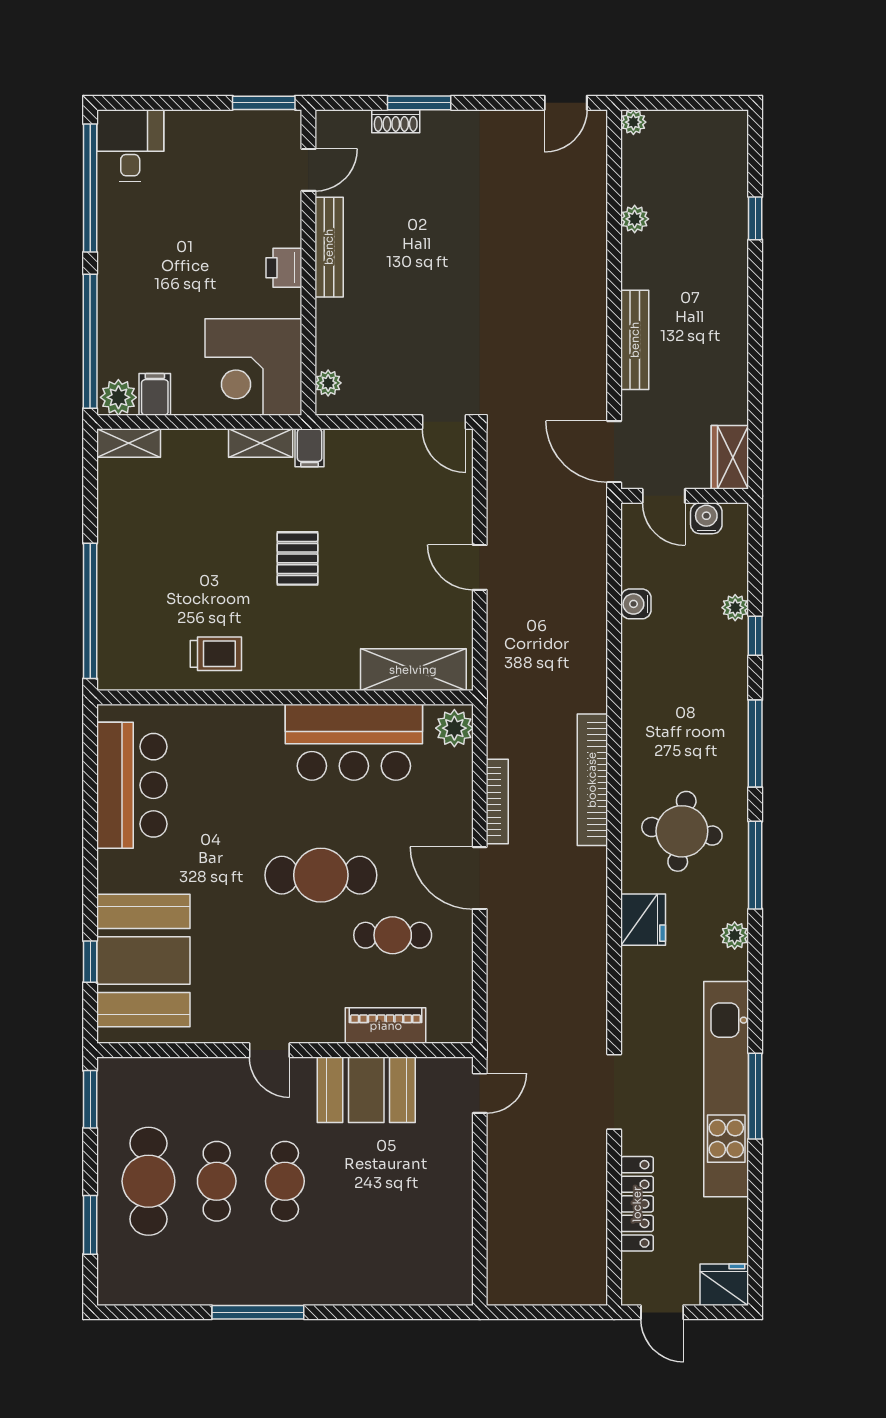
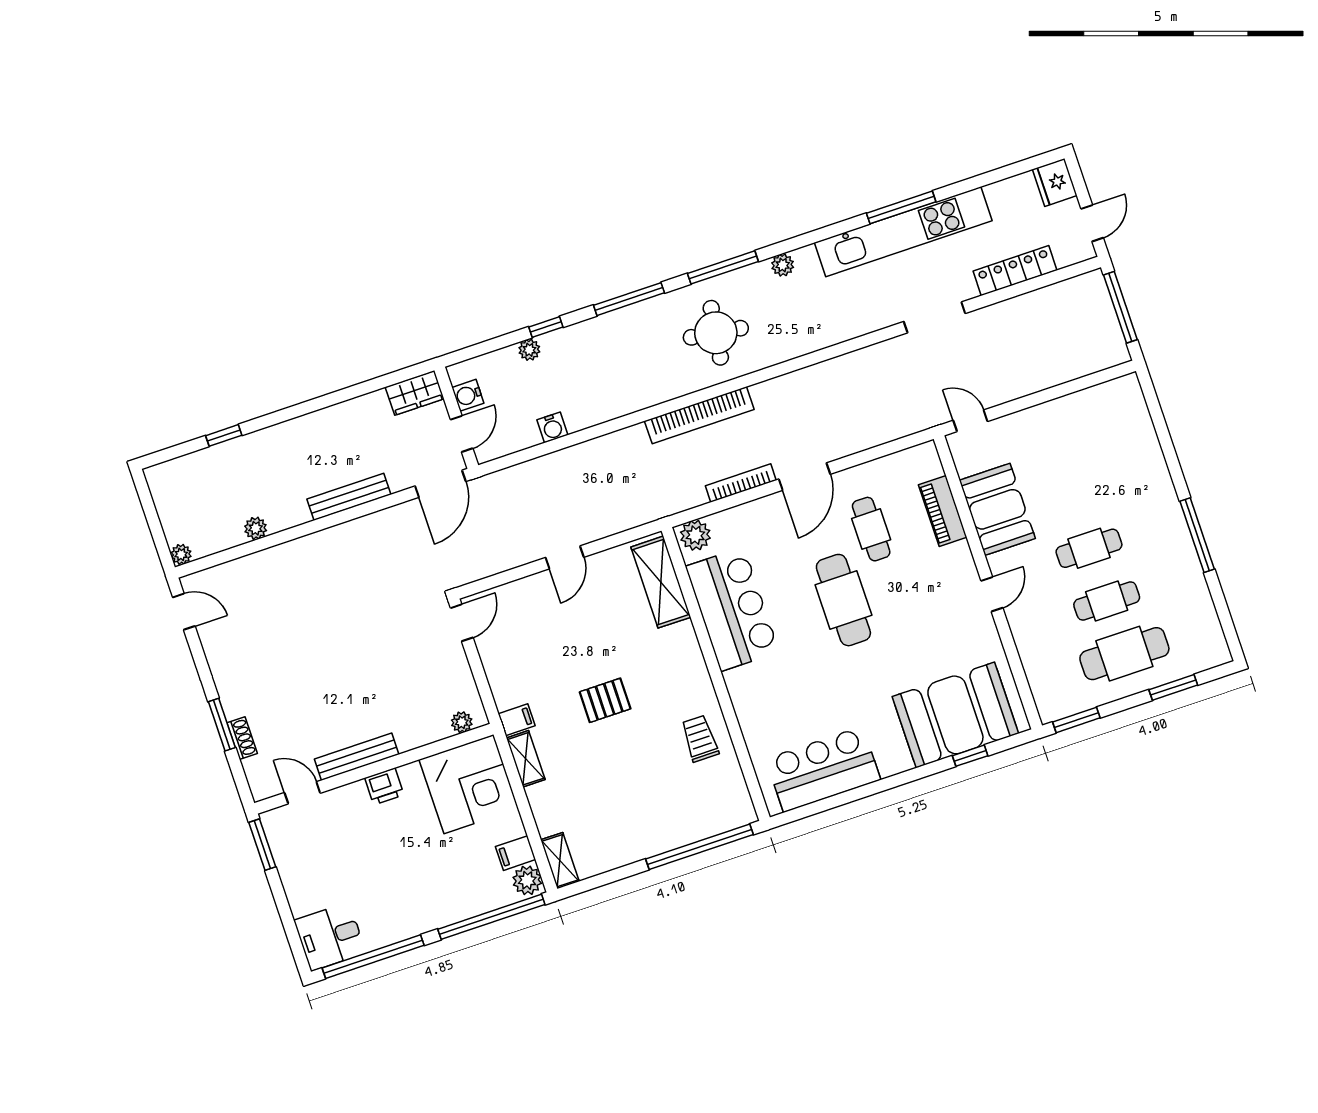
fridge: (643, 920) -> (794, 340), removed
window: (553, 1312) -> (1120, 307), added

